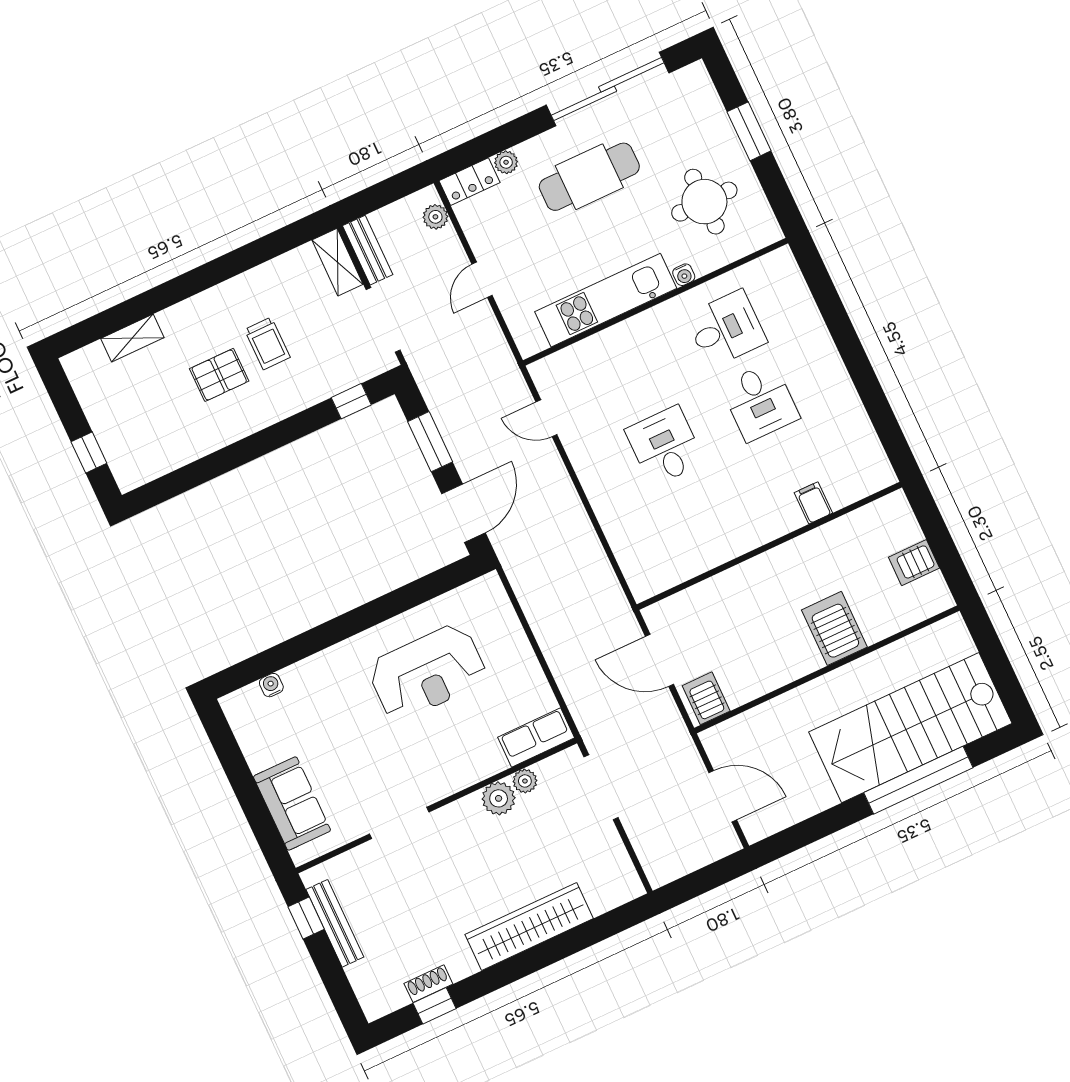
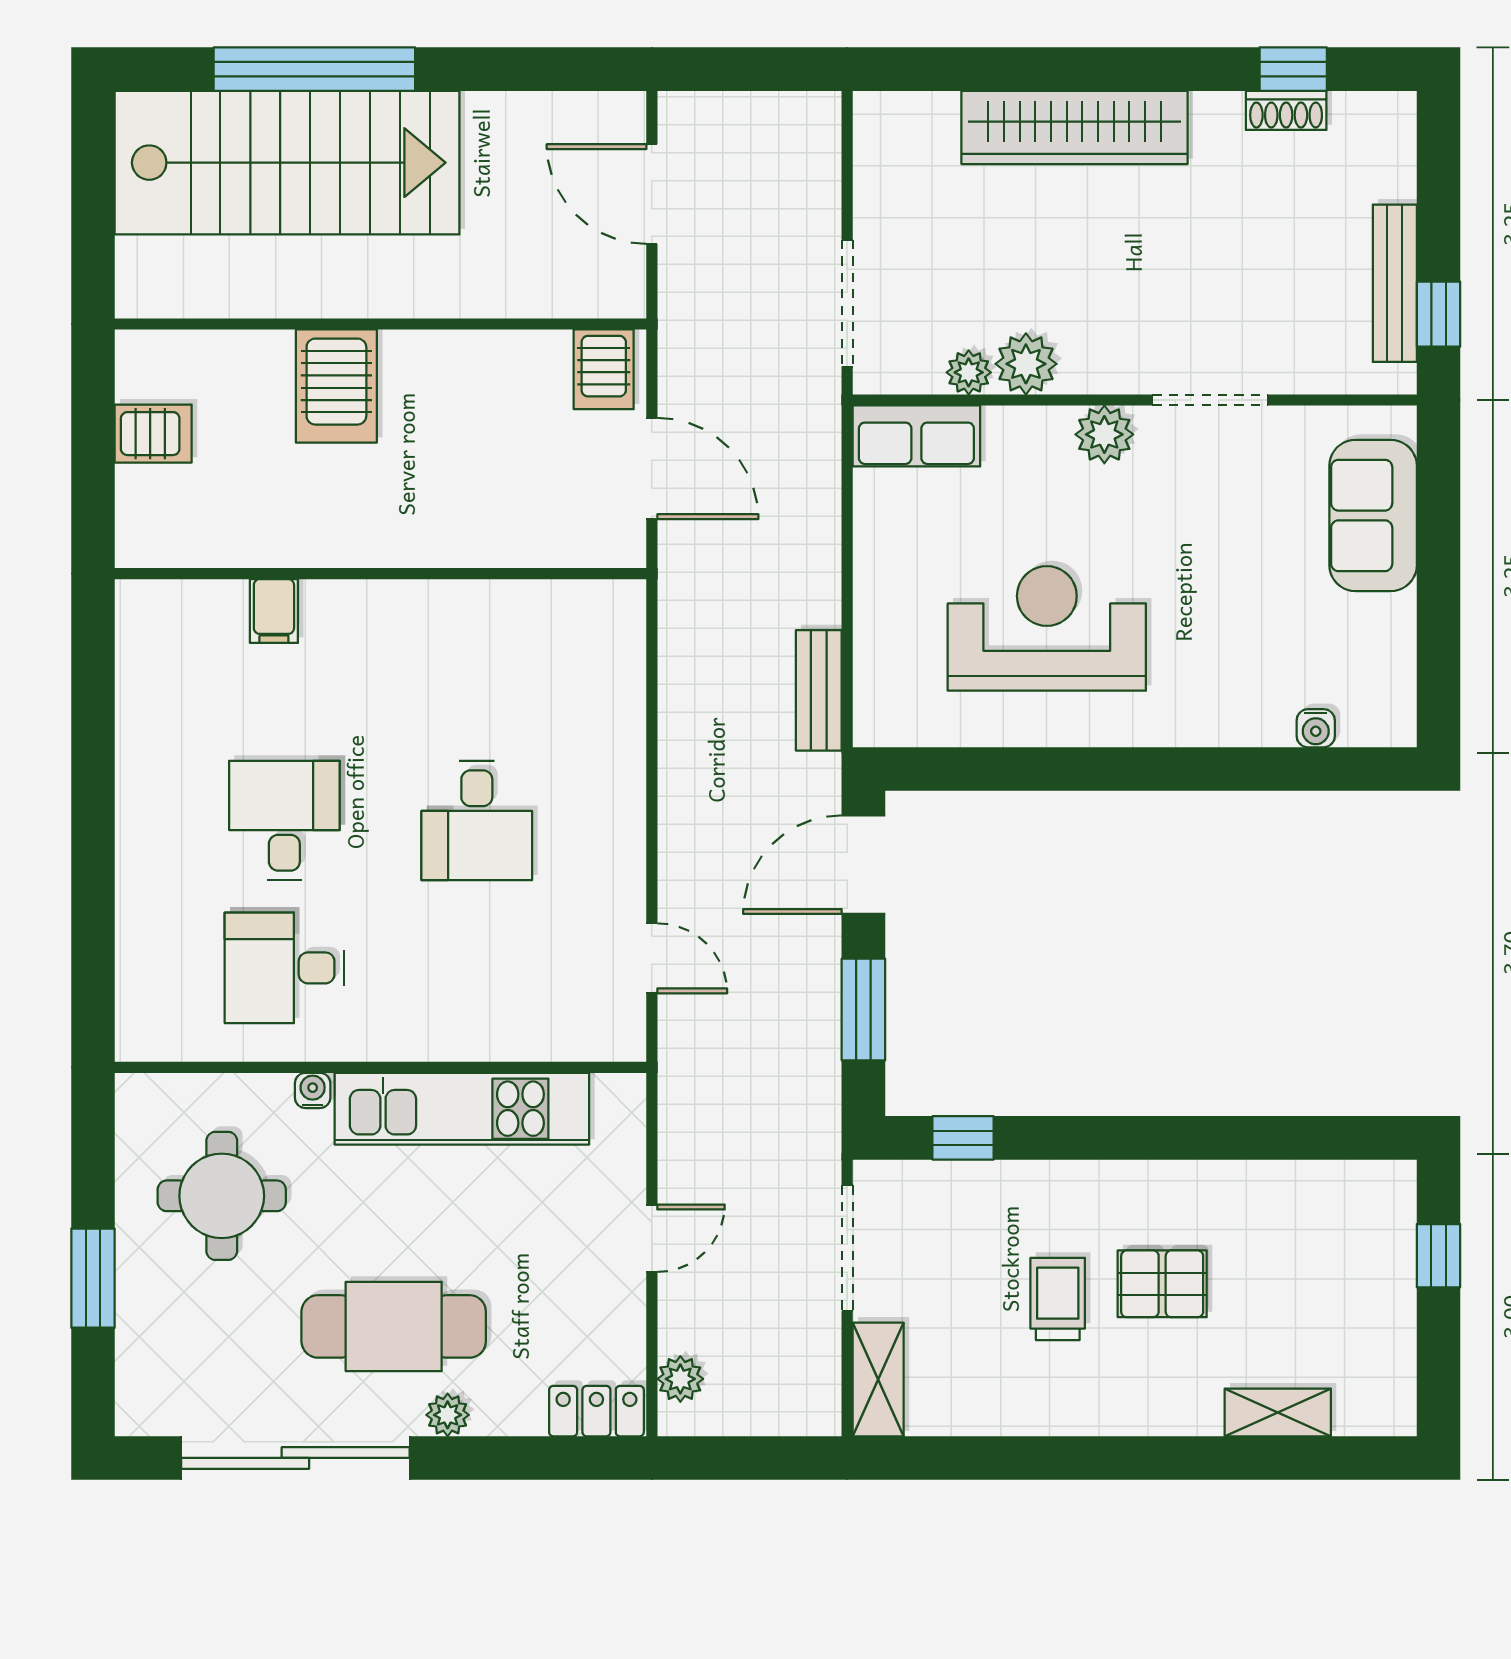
plant: (506, 162) -> (448, 1415), moved
bench: (368, 250) -> (819, 690), moved
plant: (444, 782) -> (1104, 434), added

